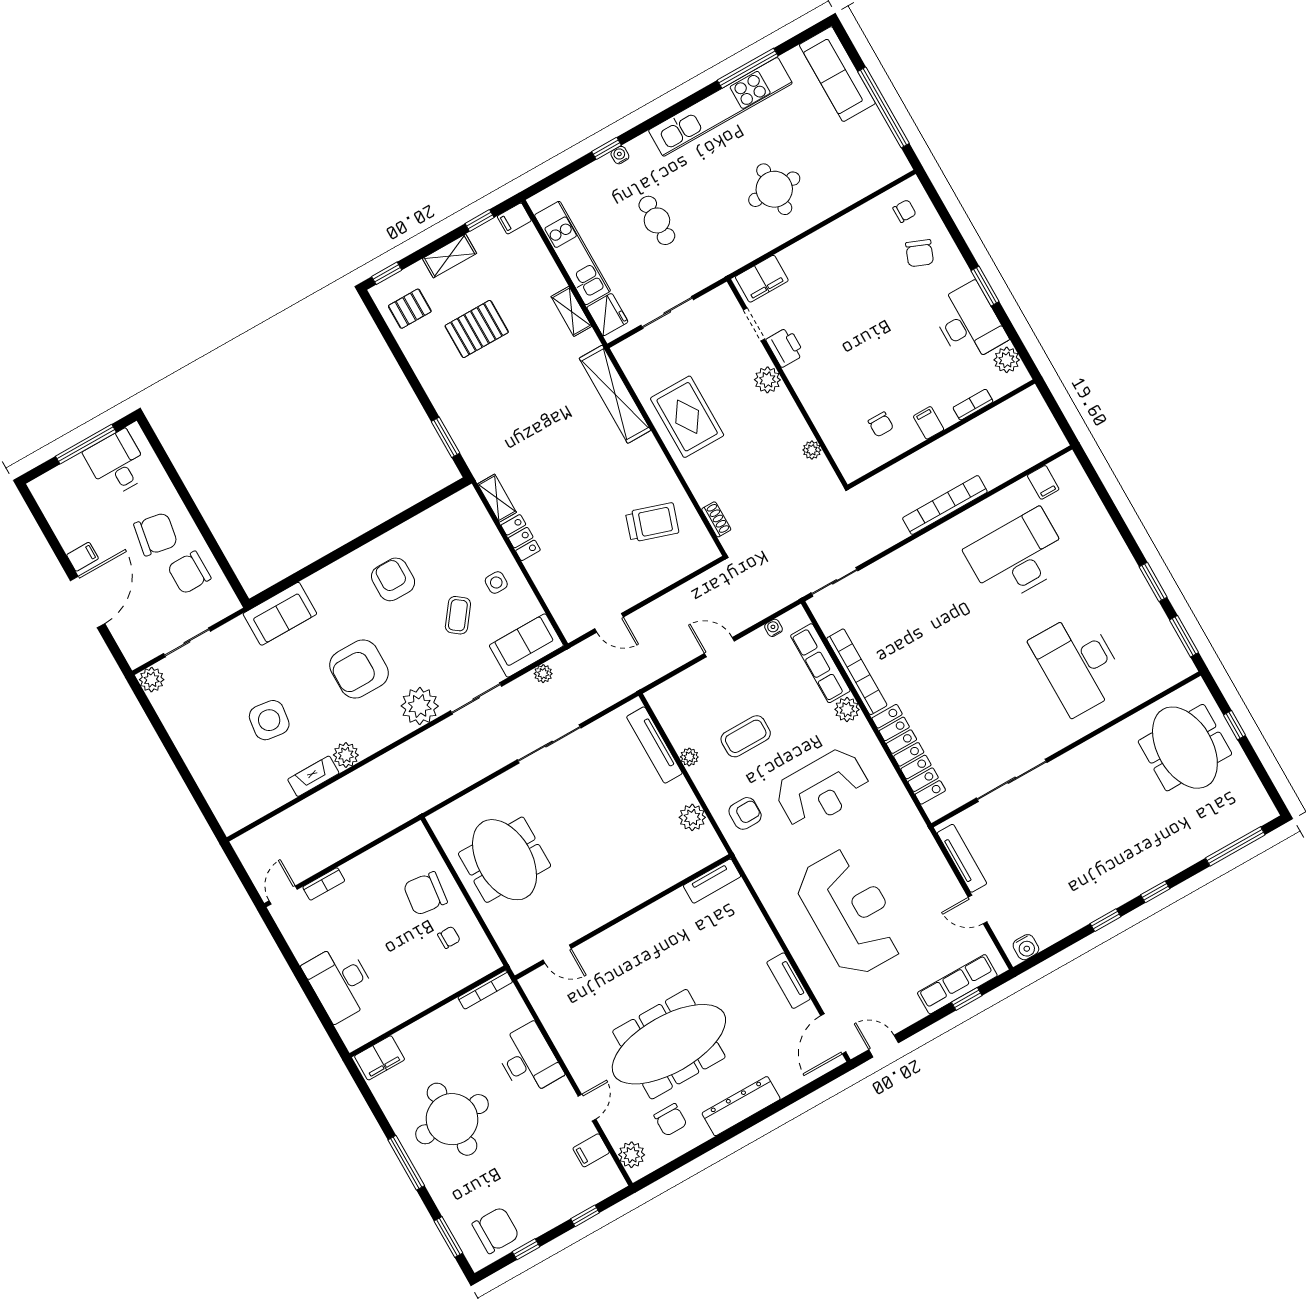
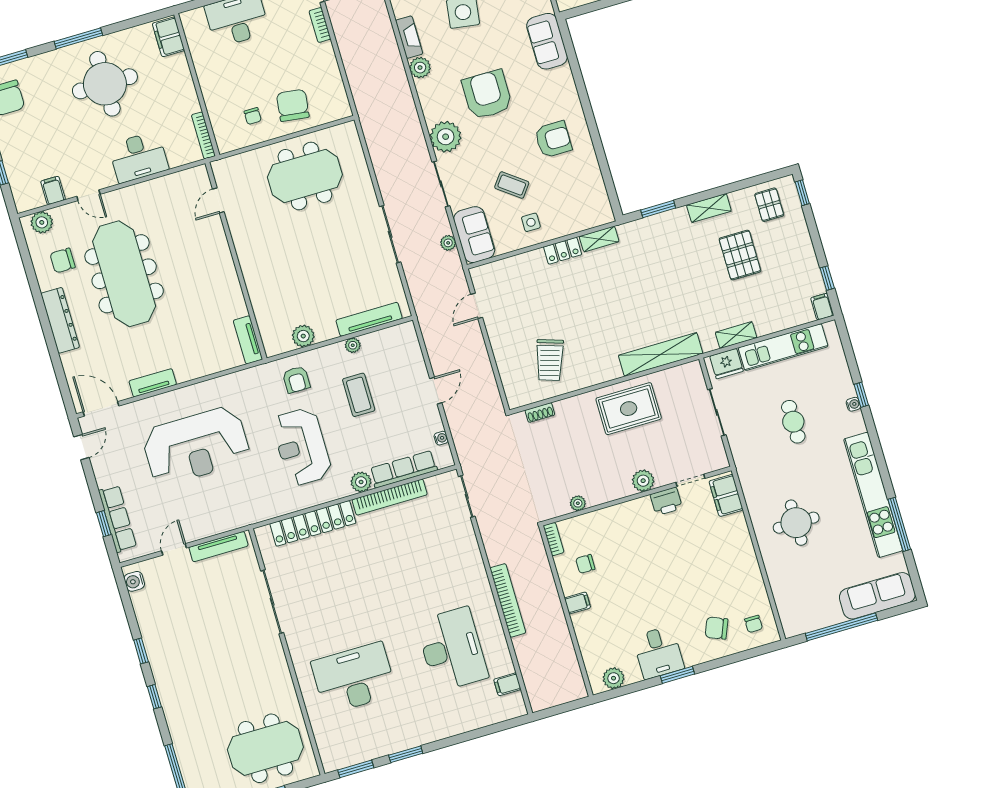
cafe table: (657, 220) -> (793, 422), turned 90
shelving: (450, 256) -> (709, 208), moved, turned 90
desk: (969, 323) -> (658, 652), width x0.73
bookcase: (973, 405) -> (554, 539), moved

